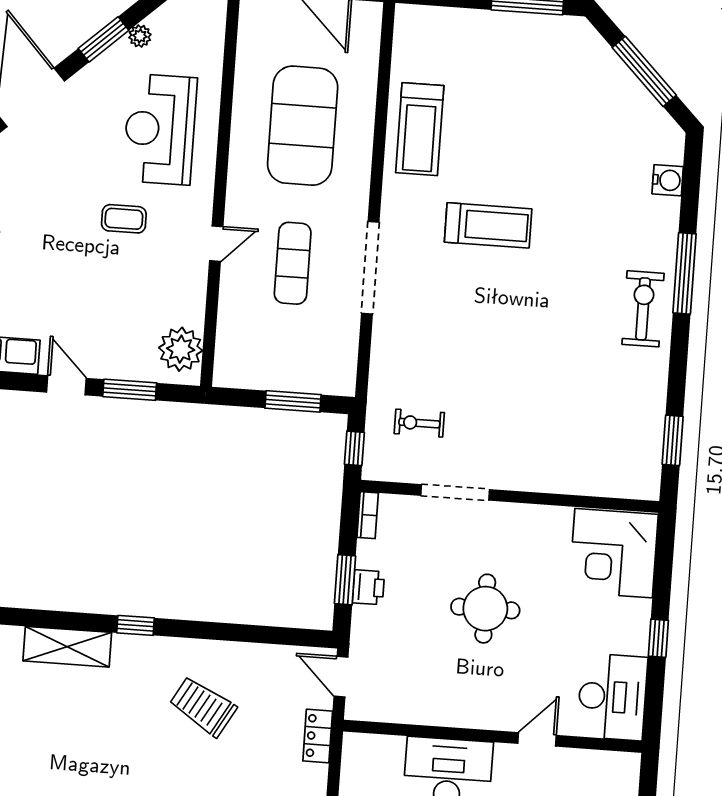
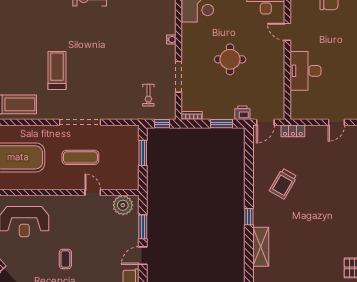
coffee table: (124, 219) -> (65, 259), moved
door: (216, 244) -> (93, 193), moved
water cooler: (538, 482) -> (171, 39), added
printer: (368, 587) -> (242, 113), moved

